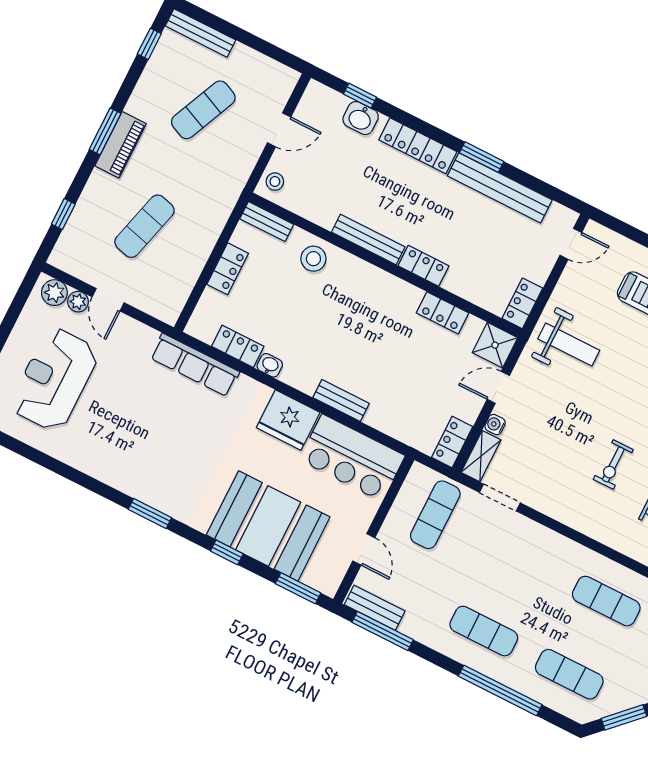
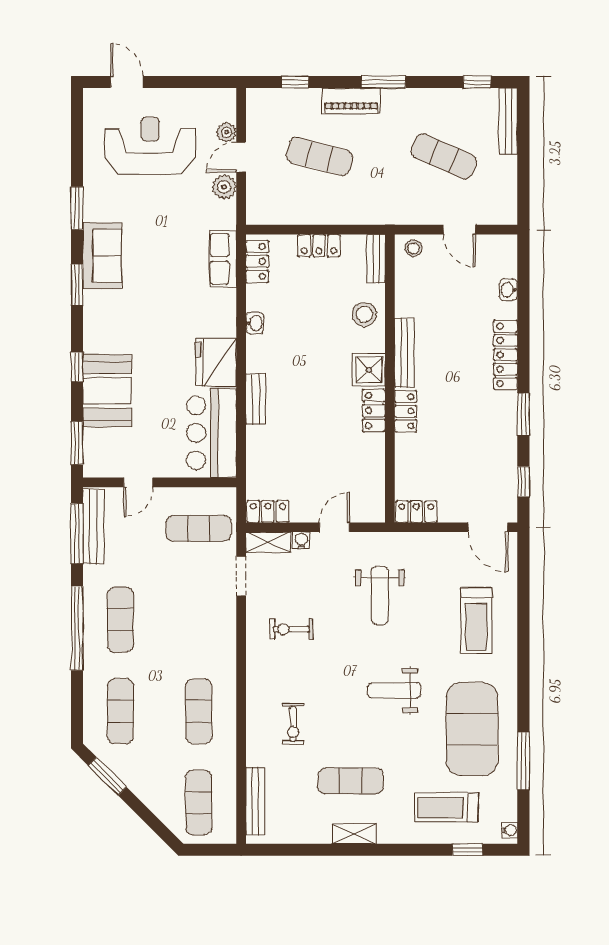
window: (360, 96) -> (523, 482), moved
washbasin: (361, 118) -> (509, 290), width x0.72, depth x0.69
piano: (121, 145) -> (351, 101), moved
bench: (500, 188) -> (505, 443), removed
door: (571, 244) -> (488, 527), width x1.37
plant: (54, 293) -> (224, 187), moved
locker: (443, 313) -> (374, 411), moved
shower: (495, 345) -> (369, 370), moved
weight bench: (569, 345) -> (380, 595), moved
locker: (238, 346) -> (257, 261), moved
row of seats: (195, 365) -> (223, 259), width x0.68
door: (498, 387) -> (334, 527), hinge flipped
exercise bike: (613, 464) -> (292, 629), moved
sofa: (135, 476) -> (102, 256), added
window: (78, 477) -> (77, 208), added
booth: (268, 526) -> (107, 391), width x0.73, depth x0.70
bench: (375, 608) -> (93, 527), width x1.36
window: (500, 690) -> (77, 628), moved

